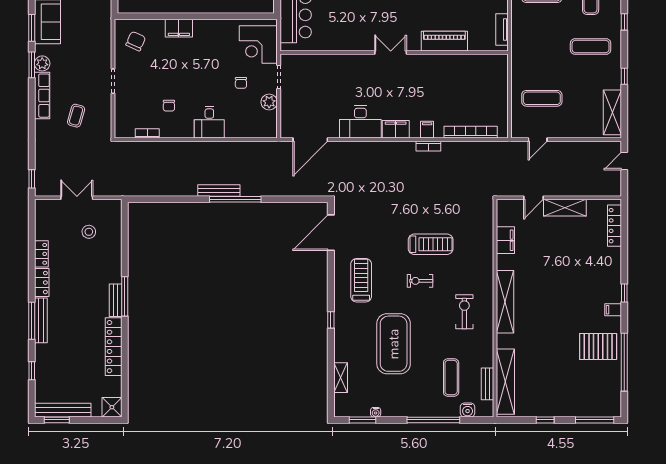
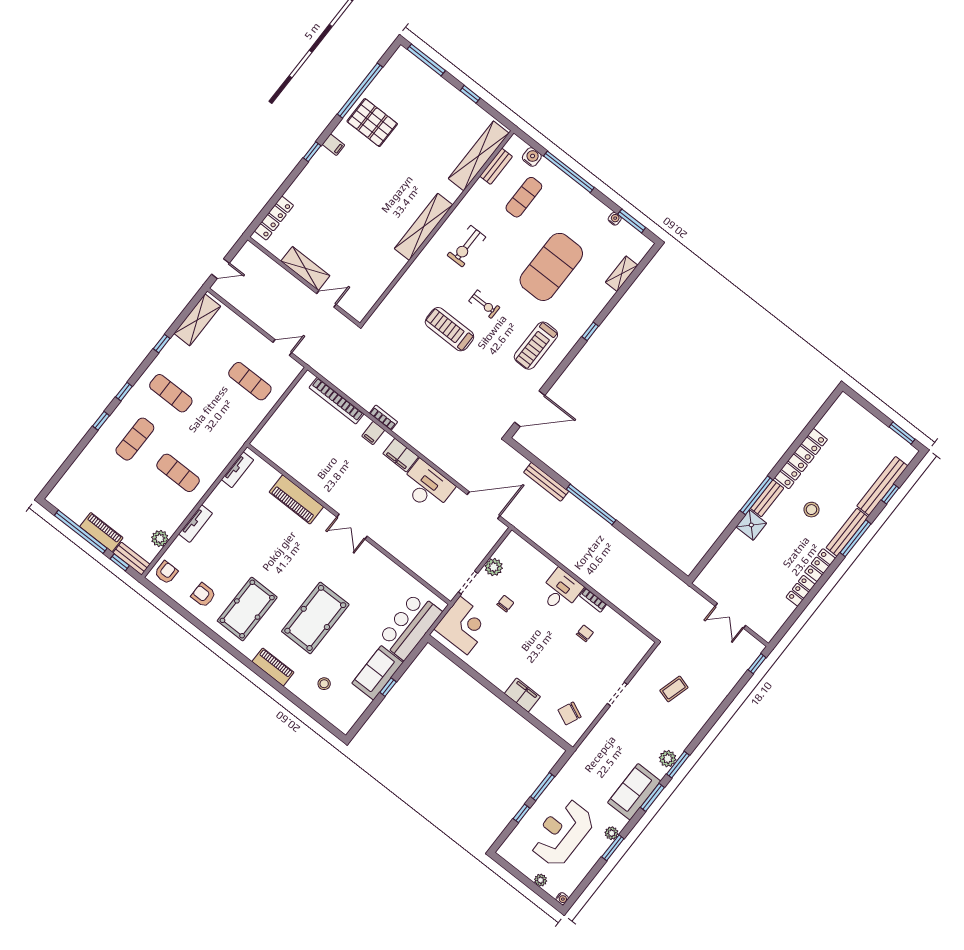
row of seats: (42, 96) -> (690, 730), removed
bookcase: (147, 133) -> (593, 600), moved
bench: (219, 190) -> (546, 482), moved
stool: (89, 232) -> (811, 510), moved
filing cabinet: (505, 240) -> (380, 281), removed
shower: (112, 407) -> (751, 525), moved
bench: (63, 410) -> (882, 486), moved, turned 90

